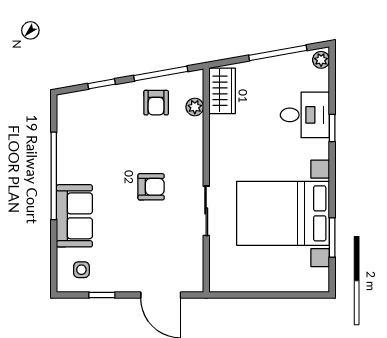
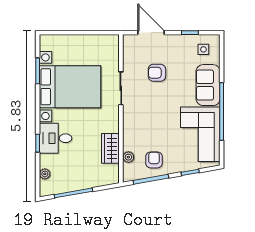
plant: (321, 60) -> (45, 174), moved
wardrobe: (222, 91) -> (110, 148), moved
desk: (305, 115) -> (56, 138), moved
corner sofa: (86, 141) -> (200, 134), added
armchair: (151, 187) -> (157, 73), moved

